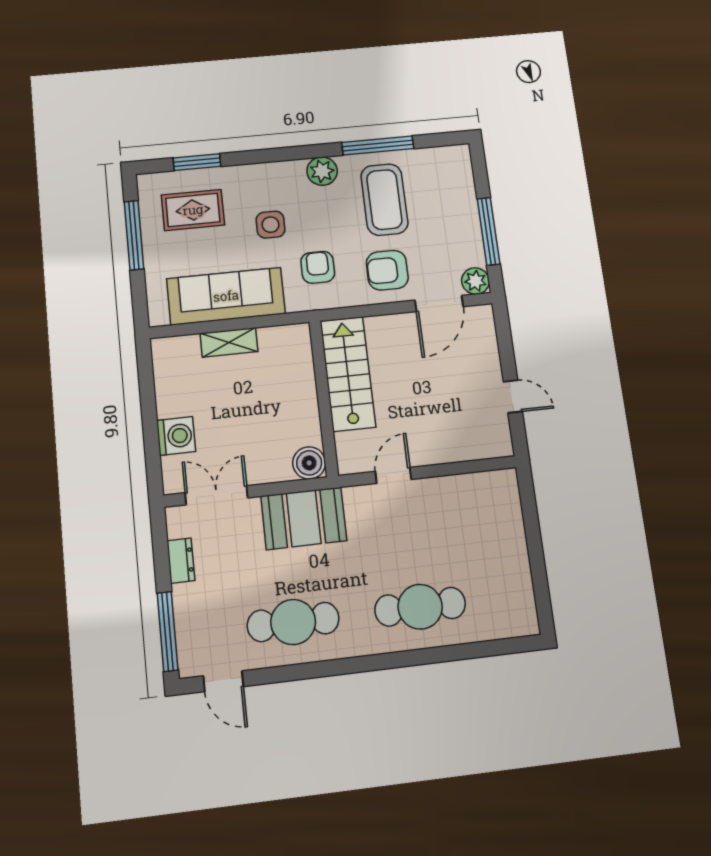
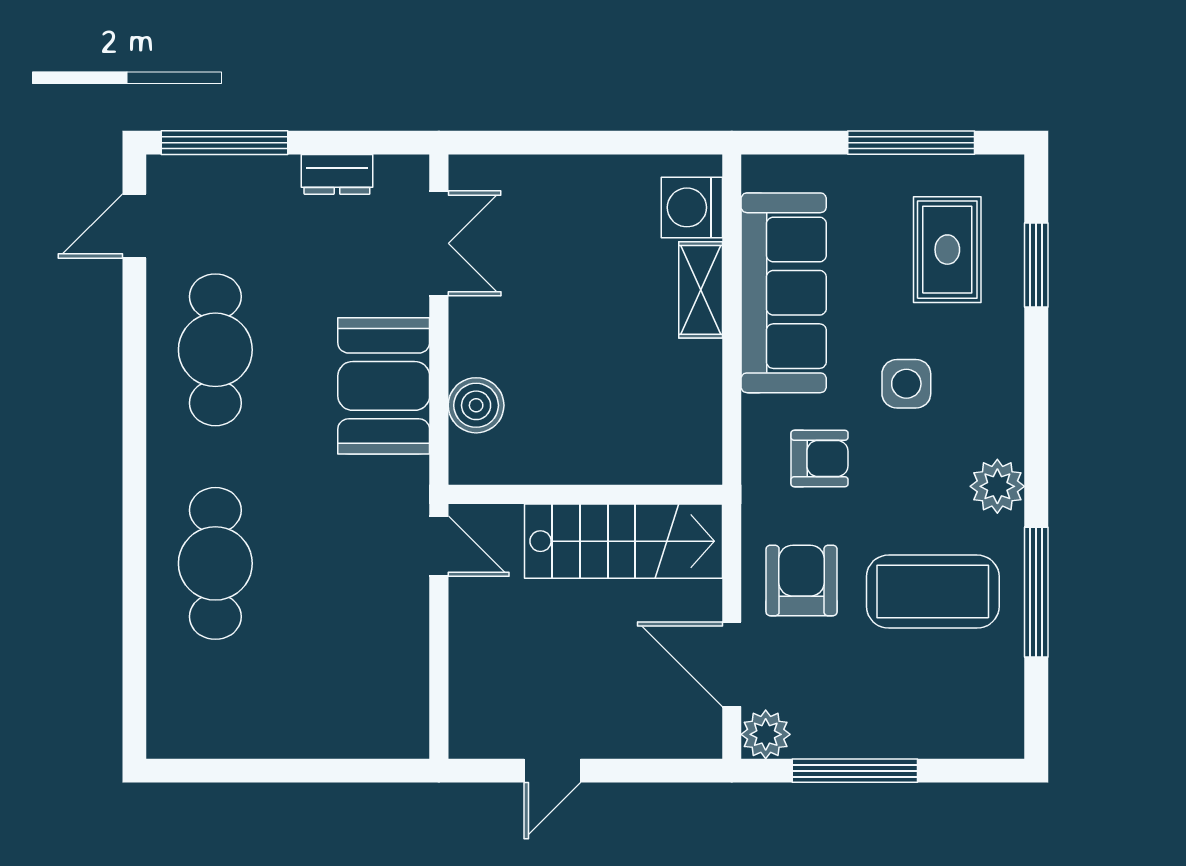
stairs: (348, 374) -> (623, 541), moved
wall: (324, 398) -> (585, 494), moved
washing machine: (176, 436) -> (692, 207), moved, turned 90

